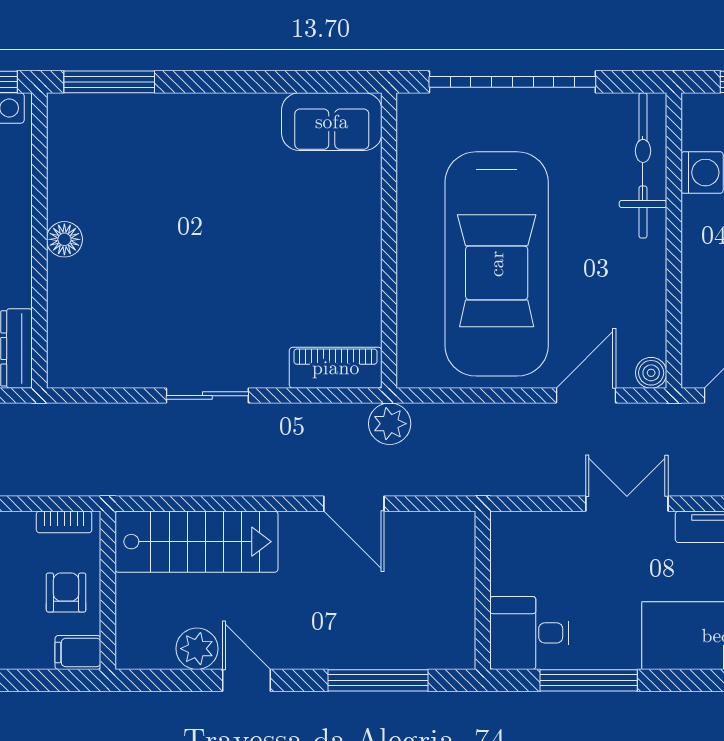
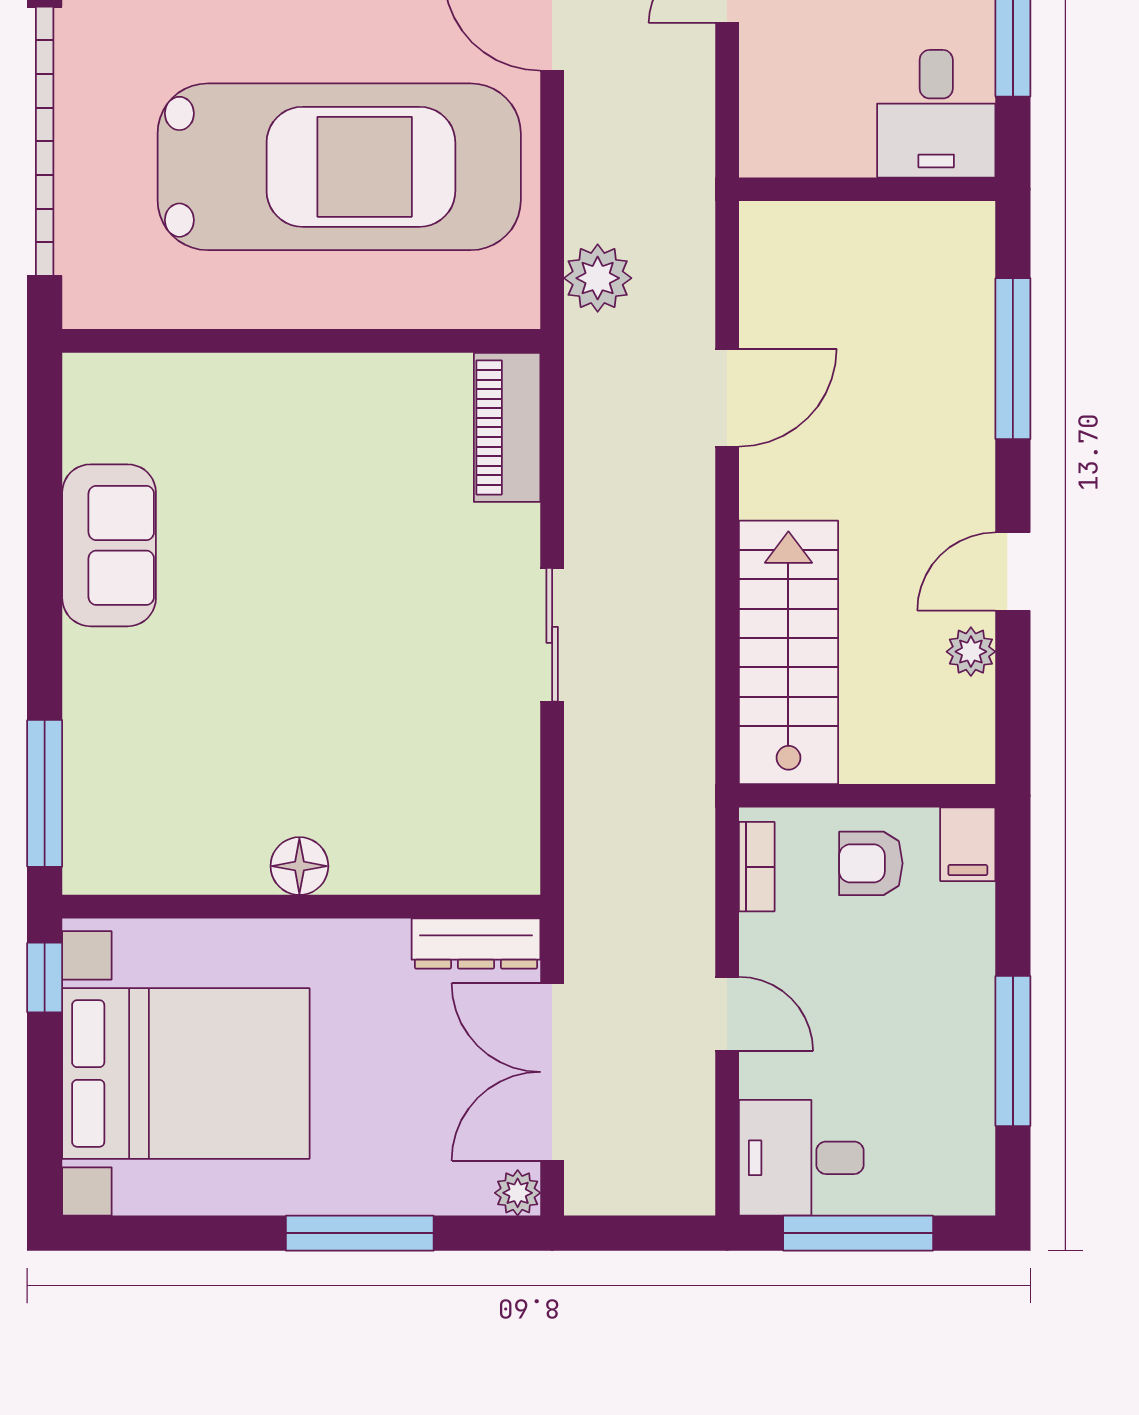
sofa: (332, 122) -> (109, 545), moved
plant: (390, 424) -> (598, 278), moved
plant: (197, 649) -> (971, 652), width x0.73, depth x0.73

